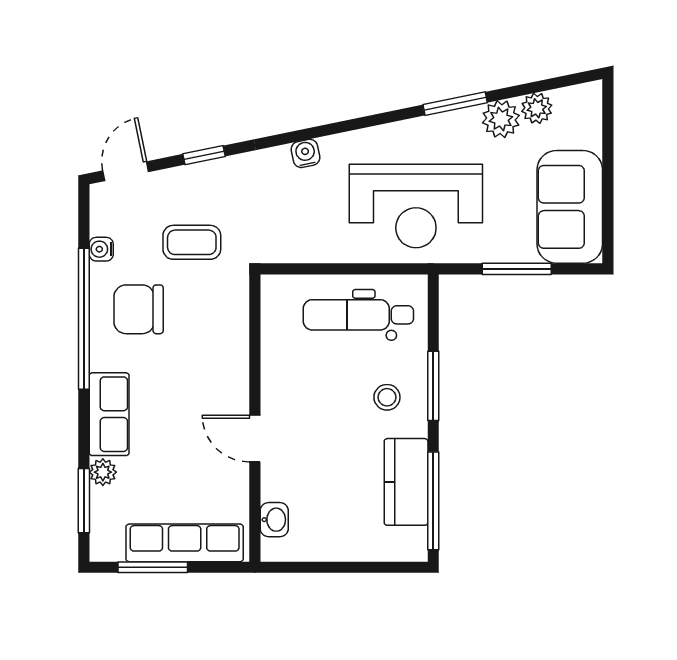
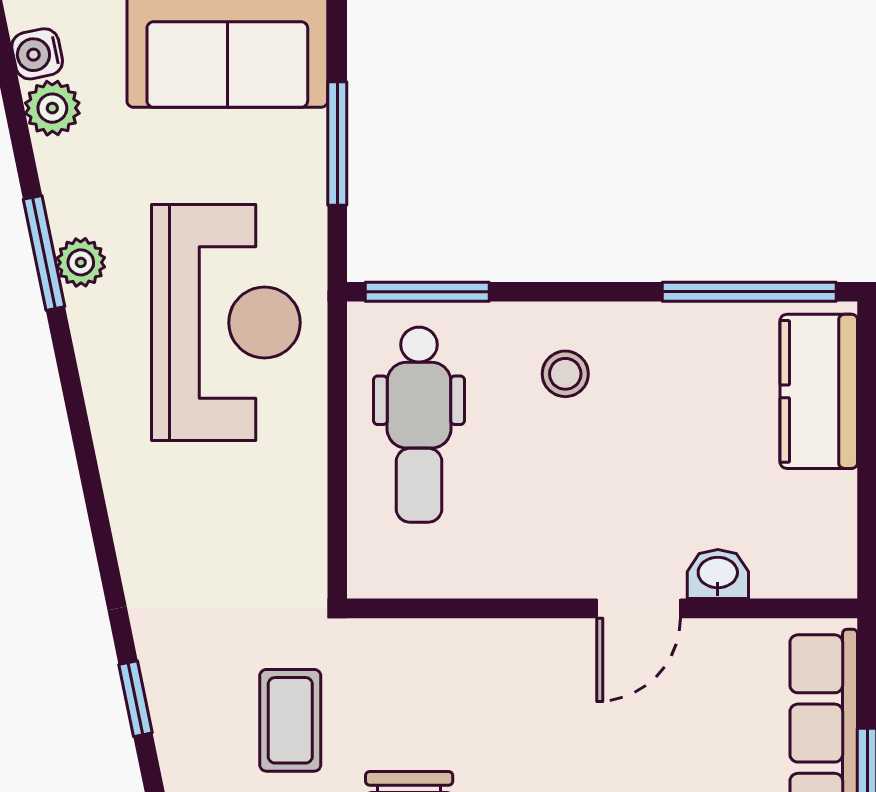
plant: (501, 119) -> (81, 262), moved, width x0.73, depth x0.73
water cooler: (305, 153) -> (37, 54), moved
window: (433, 386) -> (427, 292), moved
kitchen counter: (406, 482) -> (819, 391), moved, turned 90
washbasin: (274, 520) -> (718, 574), moved

